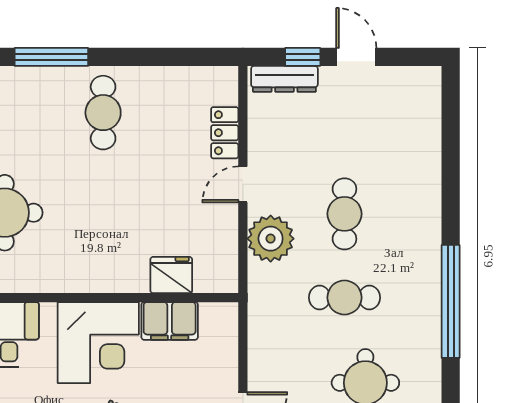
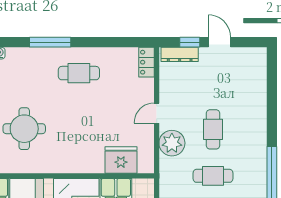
cafe table: (103, 113) -> (79, 73), turned 90
locker: (225, 133) -> (146, 62), moved
fridge: (171, 275) -> (121, 160), width x1.36, depth x1.34

